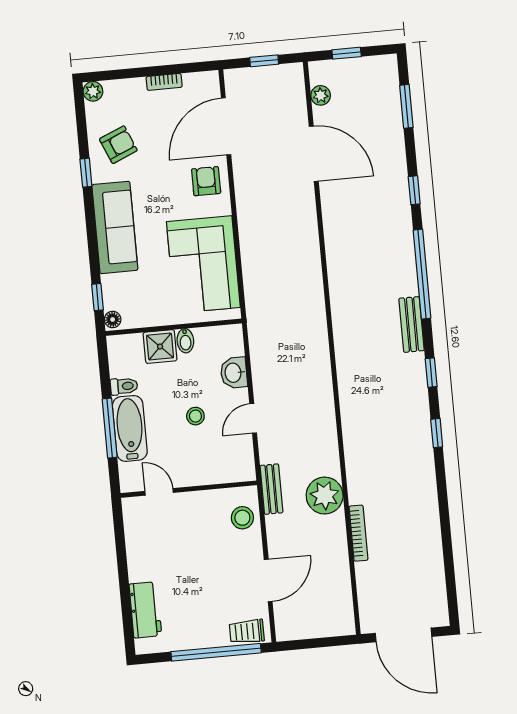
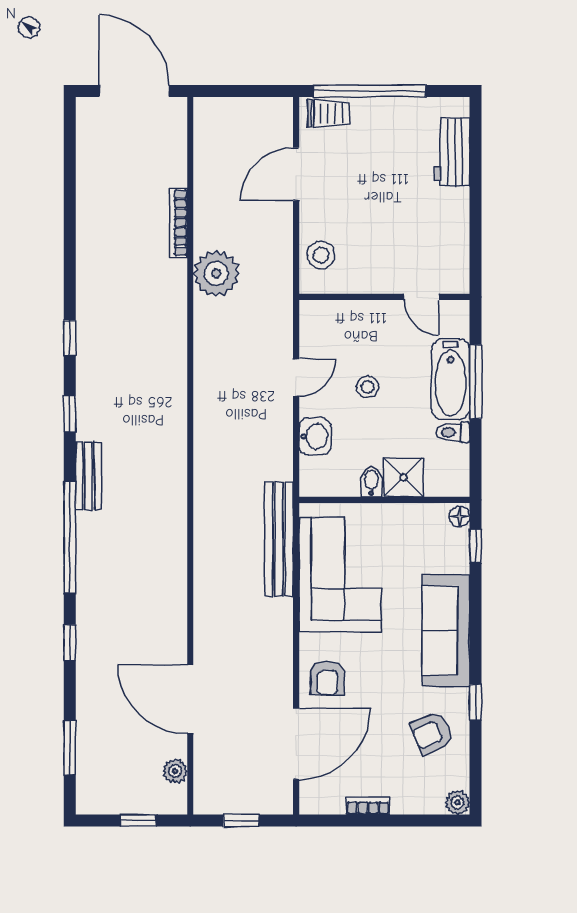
bench: (271, 489) -> (279, 539), moved, width x1.86, depth x1.21

